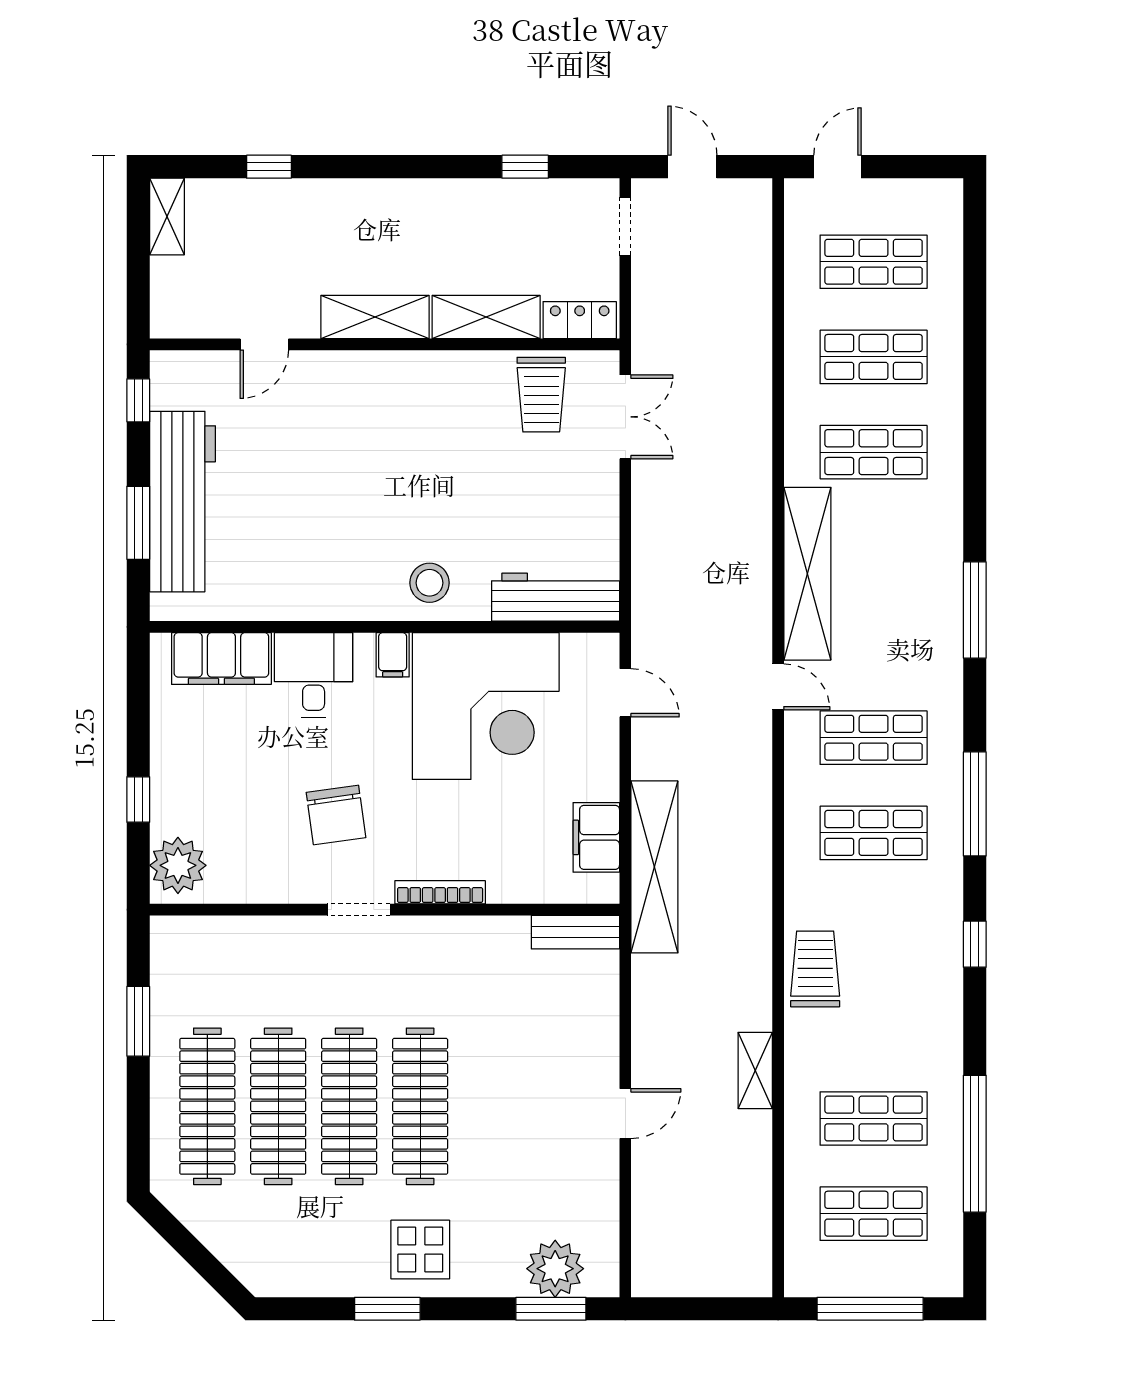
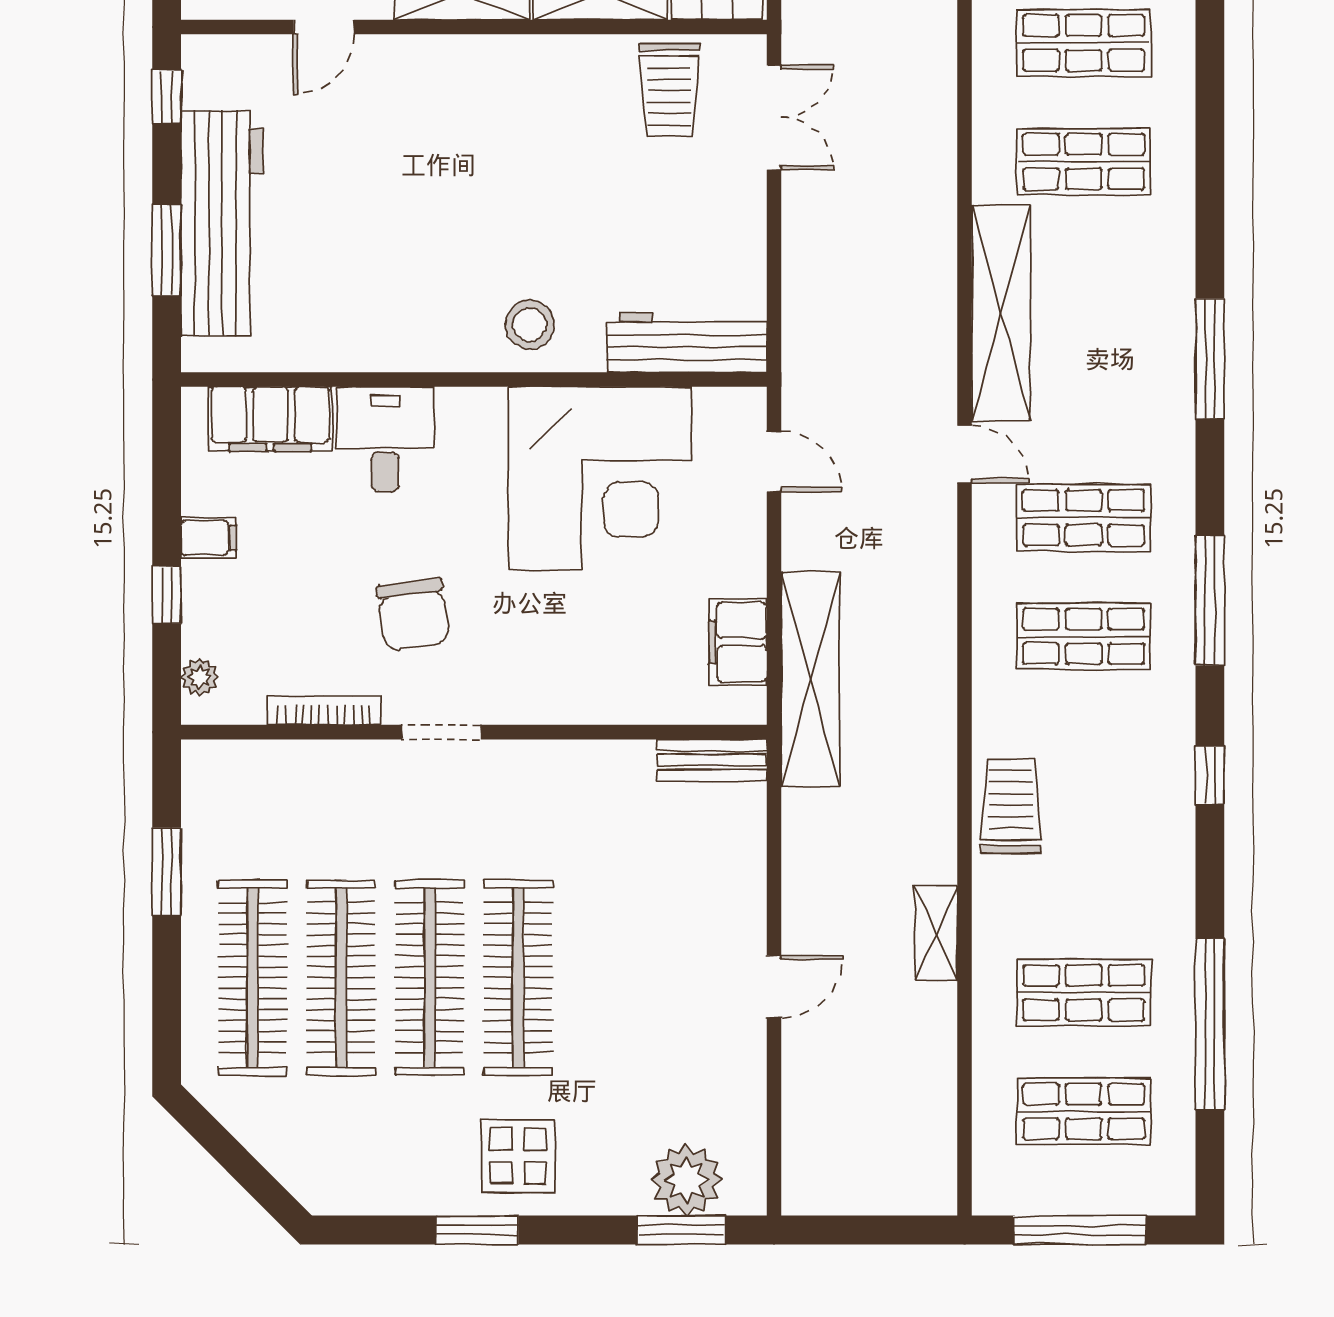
filing cabinet: (393, 655) -> (208, 538), moved, turned -90
plant: (178, 865) -> (200, 677), width x0.53, depth x0.53
bookcase: (440, 892) -> (324, 711), moved

